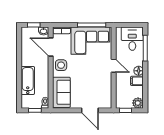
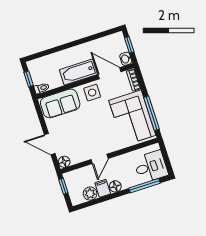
door: (51, 47) -> (110, 73), hinge flipped
door: (114, 66) -> (100, 159), moved
bathtub: (28, 80) -> (78, 72), moved, turned 180
plant: (138, 103) -> (90, 194), moved
floor lamp: (107, 104) -> (64, 162), added
door: (90, 110) -> (50, 144), hinge flipped

